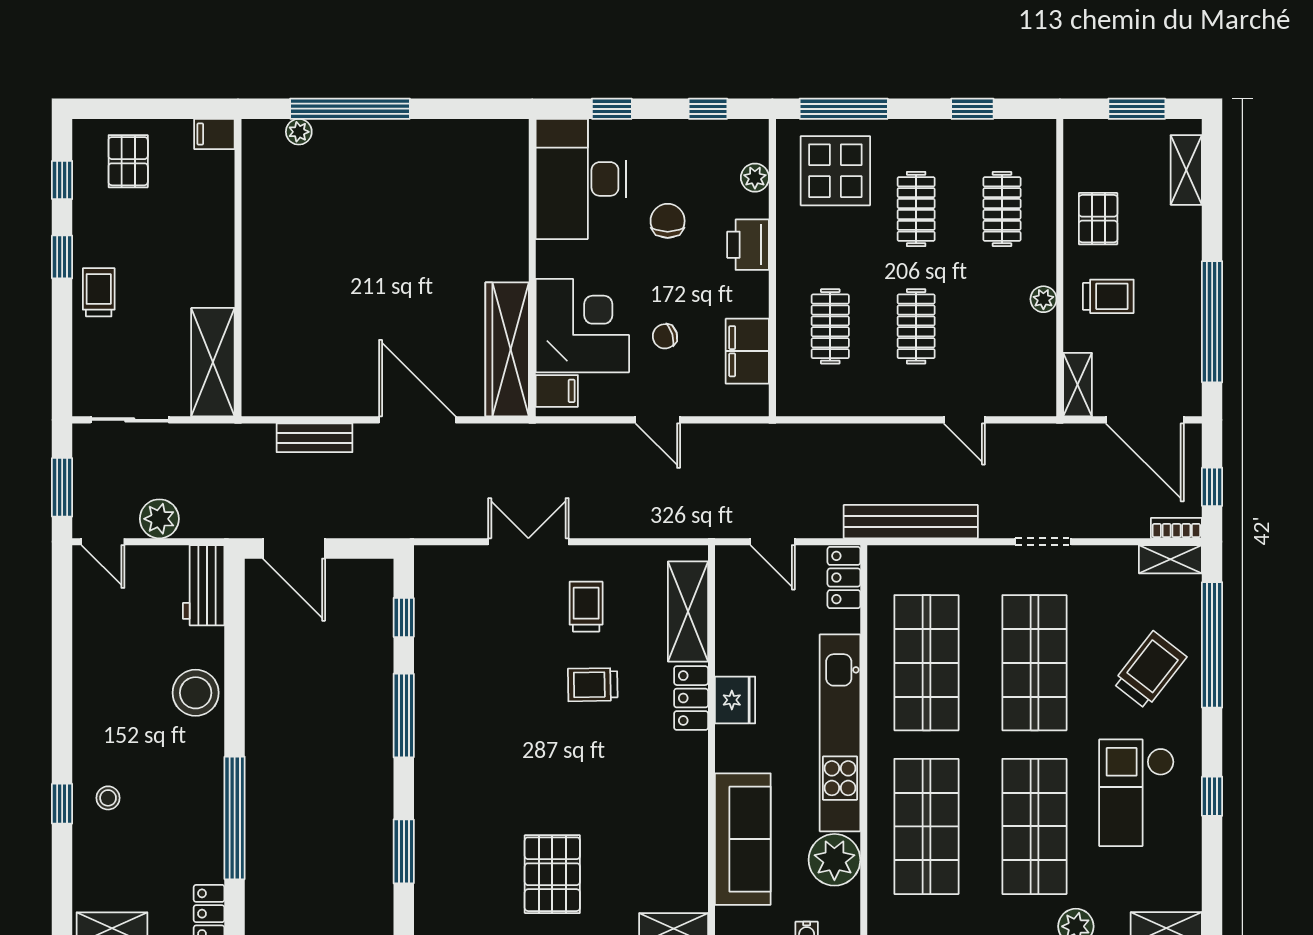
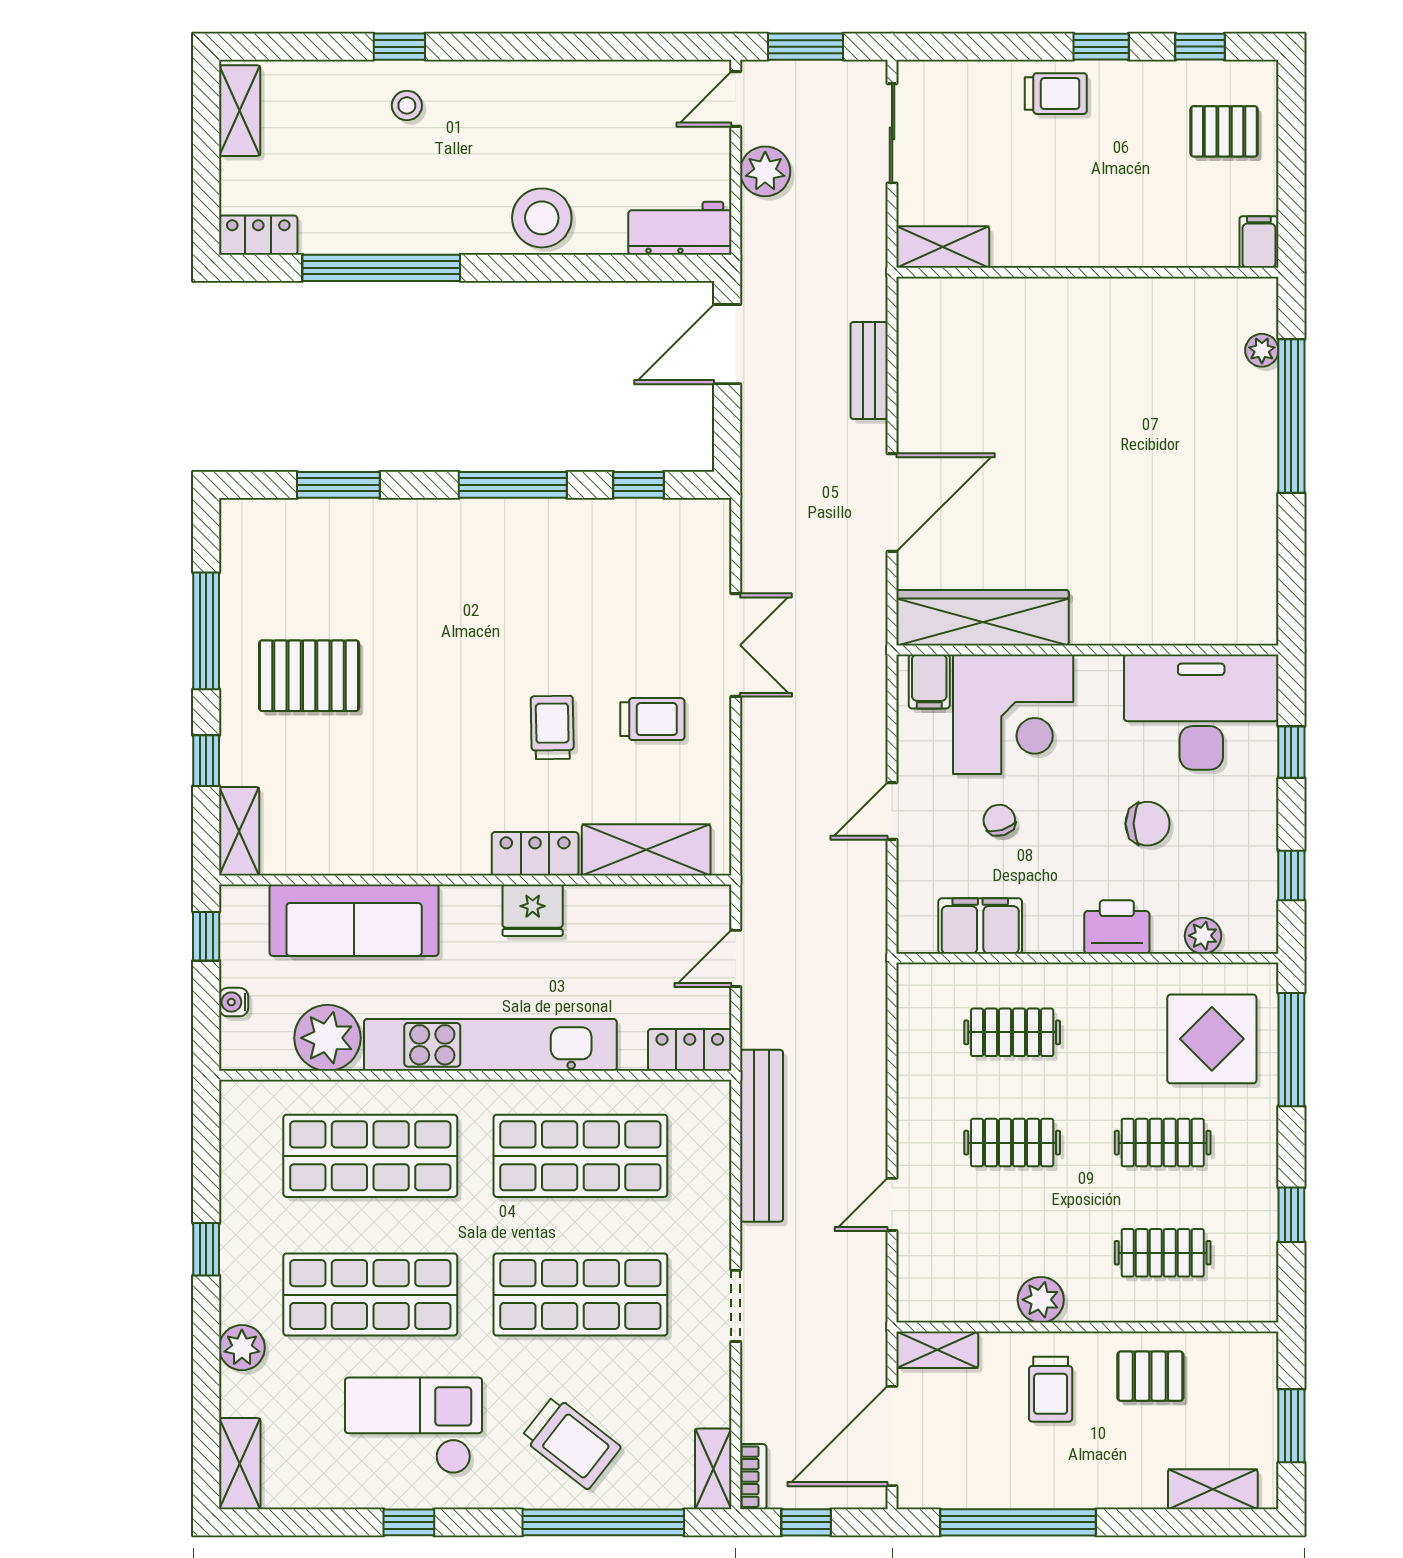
plant: (1043, 299) -> (1041, 1300), width x1.38, depth x1.38
shelving: (213, 362) -> (943, 247), width x0.67, depth x0.75

